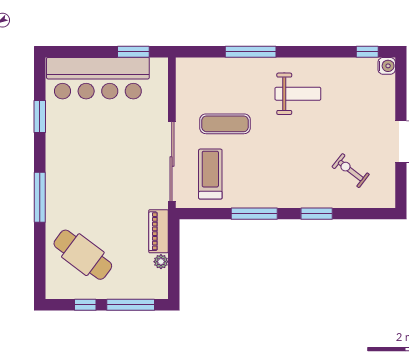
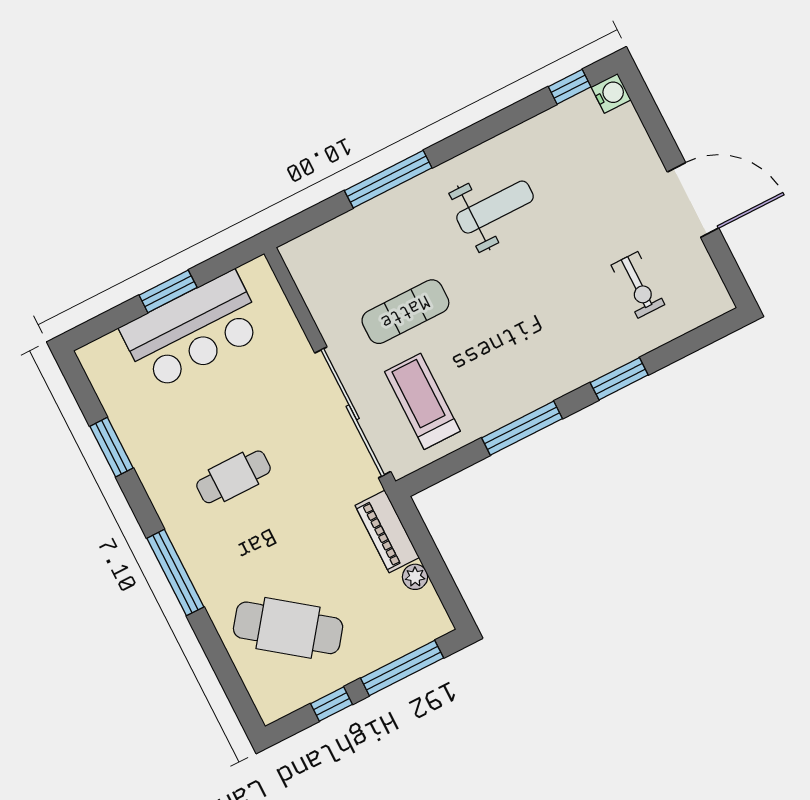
window: (133, 52) -> (168, 291), moved
bar counter: (98, 78) -> (193, 331), width x0.73
cafe table: (94, 163) -> (234, 477), added
exercise bike: (351, 171) -> (638, 285), turned -128

